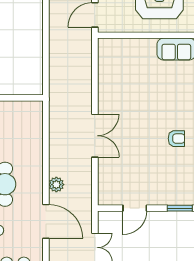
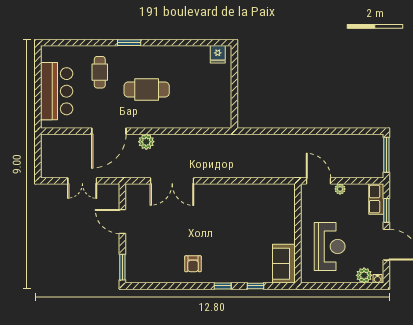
double door: (95, 136) -> (172, 181), moved

